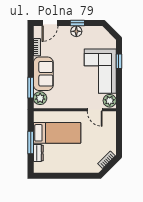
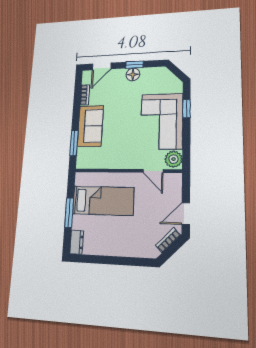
plant: (40, 98) -> (84, 156), removed
door: (119, 141) -> (186, 214), added
dresser: (38, 153) -> (77, 242), moved

